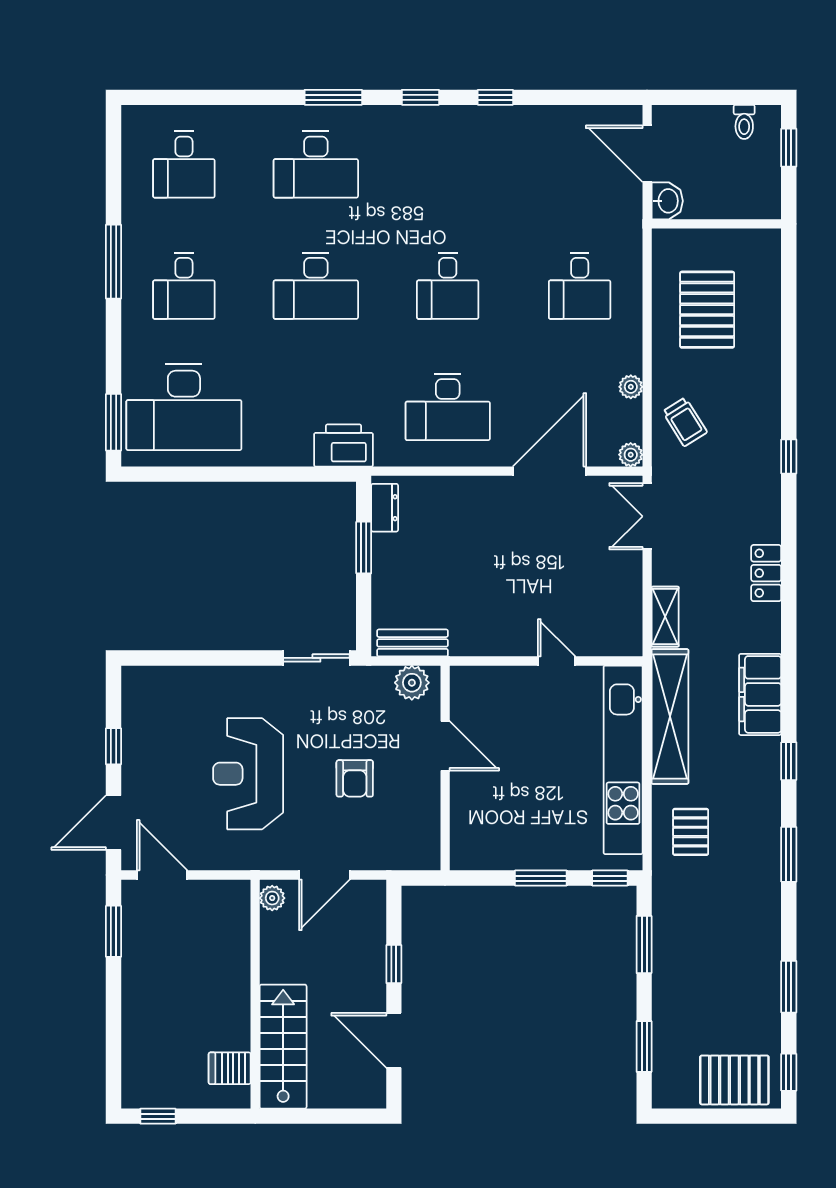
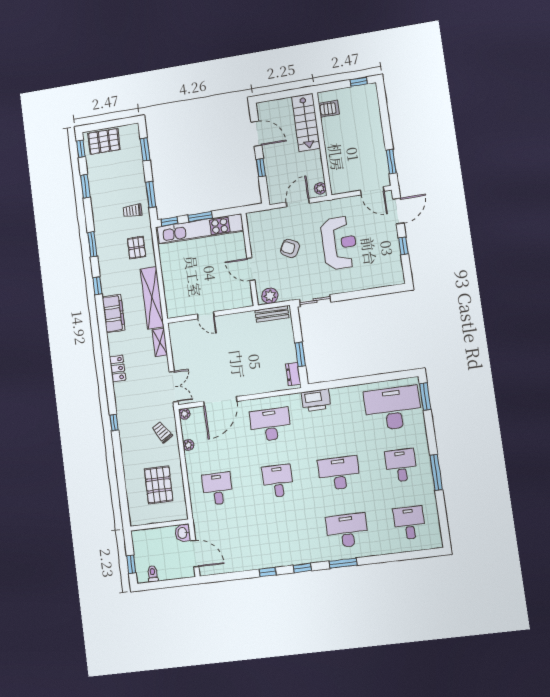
kitchen unit: (623, 760) -> (200, 229), moved, turned 90
armchair: (355, 778) -> (290, 248), turned -63
trolley: (689, 915) -> (132, 211), added

